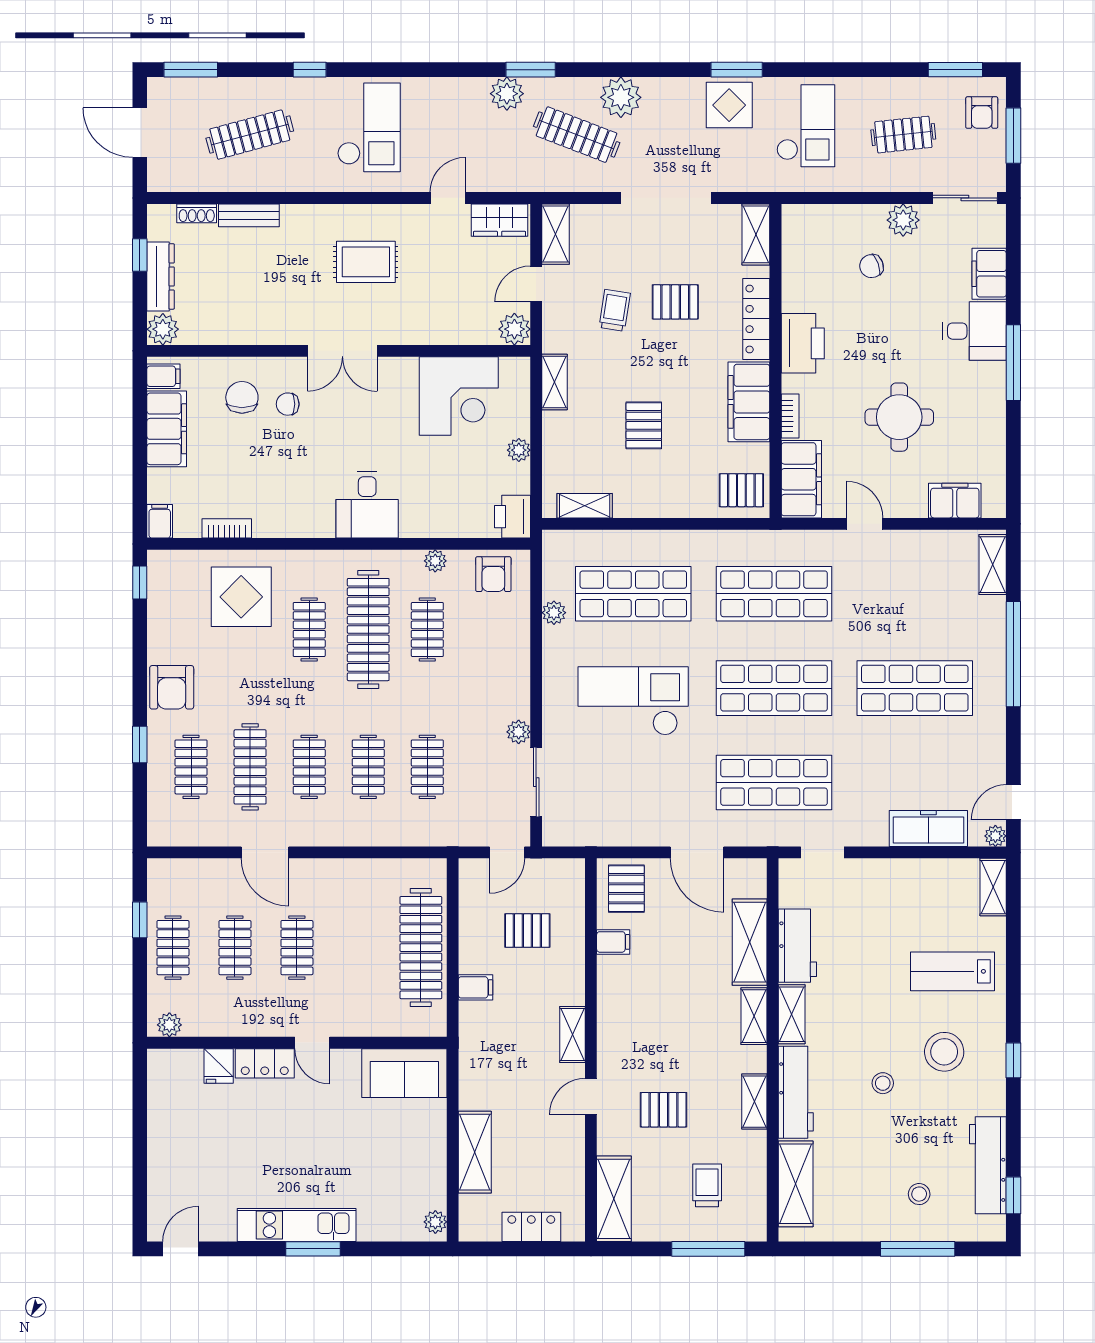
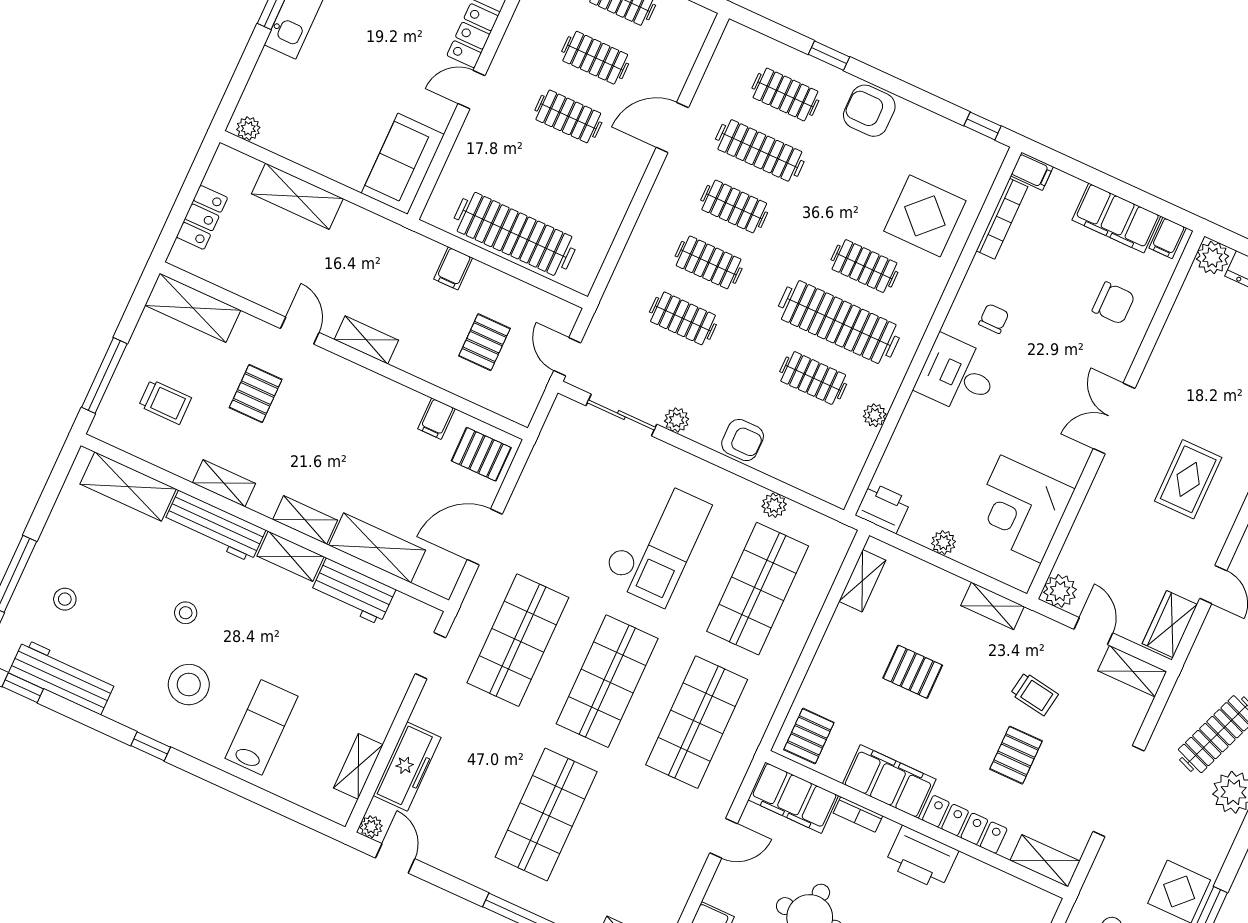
chair: (288, 404) -> (994, 319), moved
bookcase: (227, 528) -> (1002, 219), width x1.56
armchair: (493, 574) -> (743, 440), moved, turned 180
shelving: (993, 887) -> (358, 766), moved, turned 90

